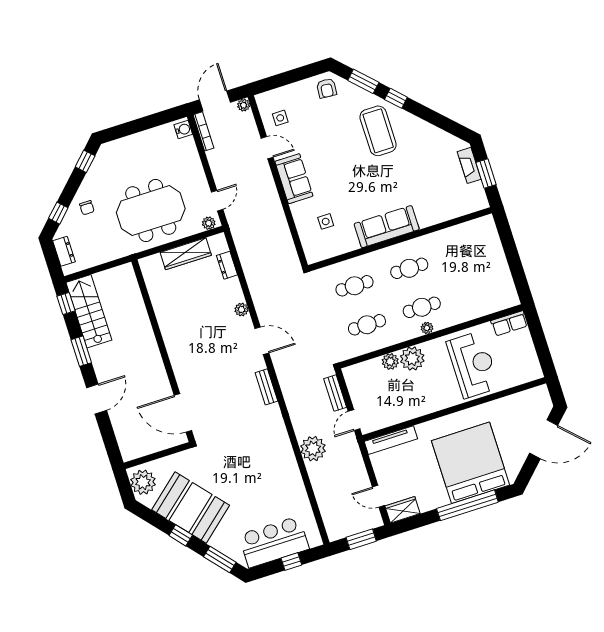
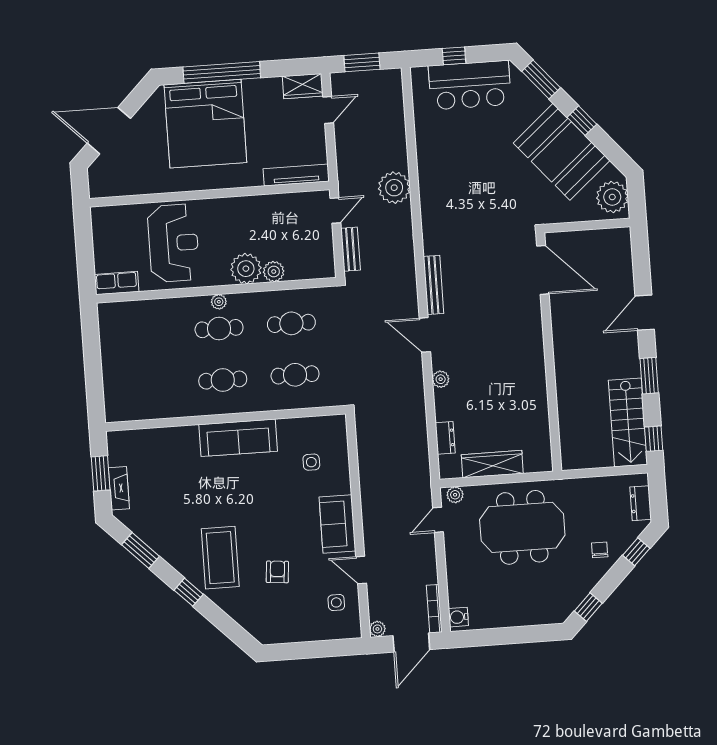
window: (363, 81) -> (140, 550), moved
armchair: (327, 88) -> (277, 572), moved
reception desk: (473, 365) -> (173, 243), turned 180
bench: (266, 387) -> (433, 285), width x1.36
door: (378, 496) -> (328, 110), hinge flipped

